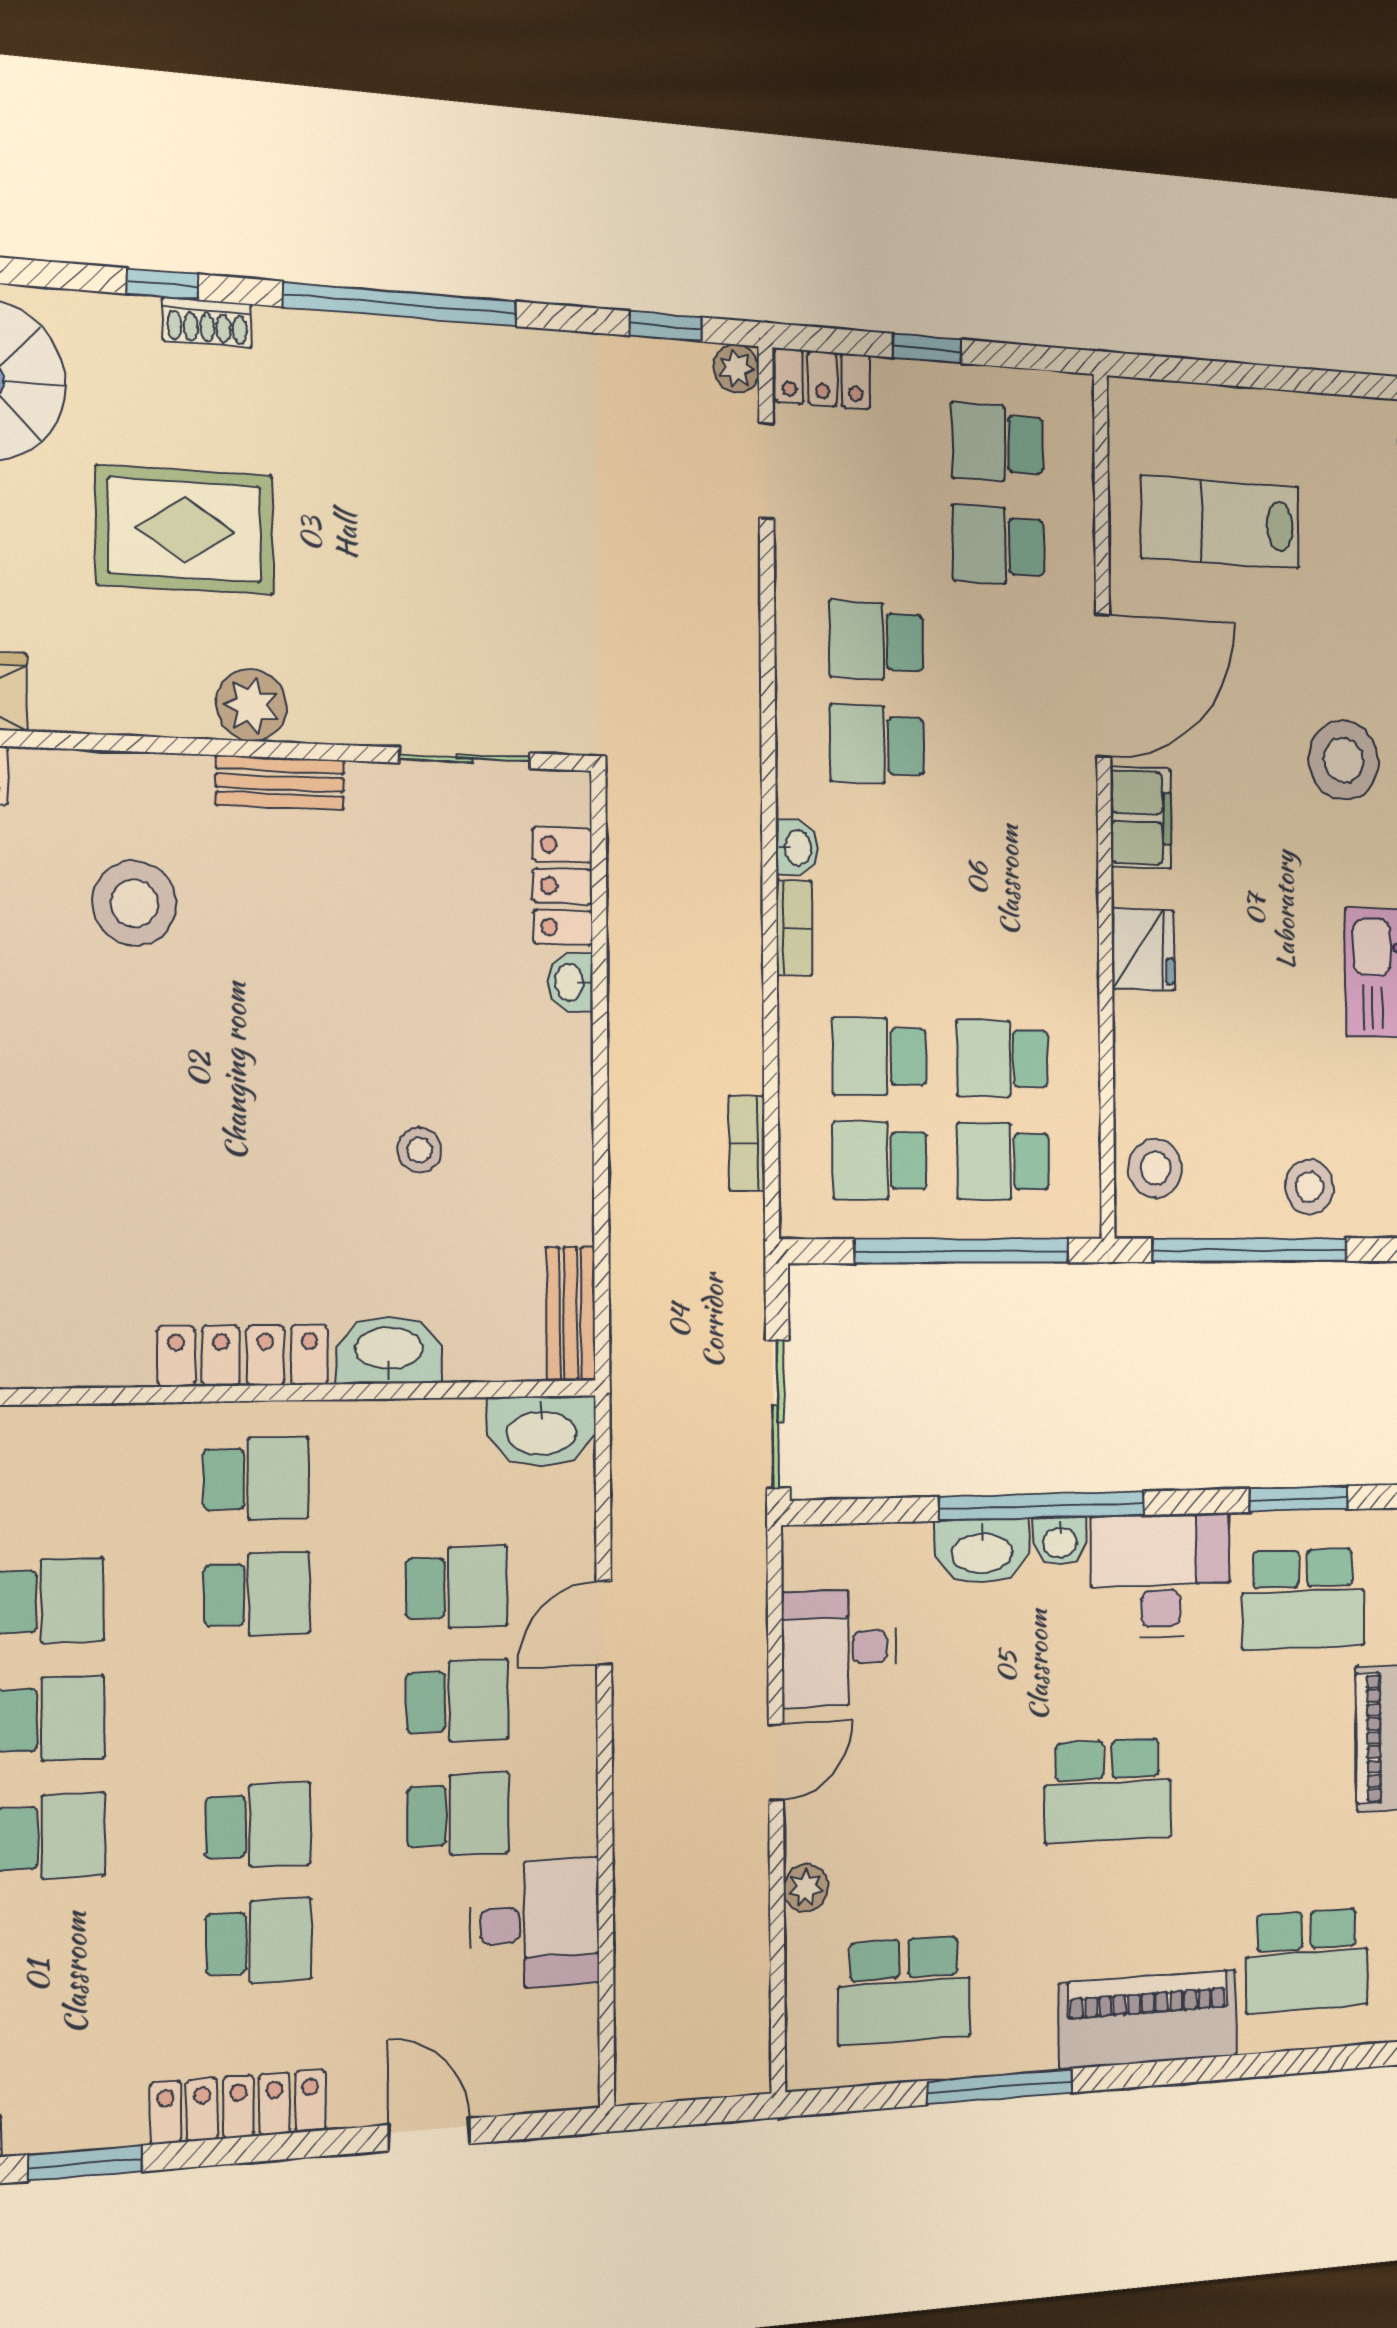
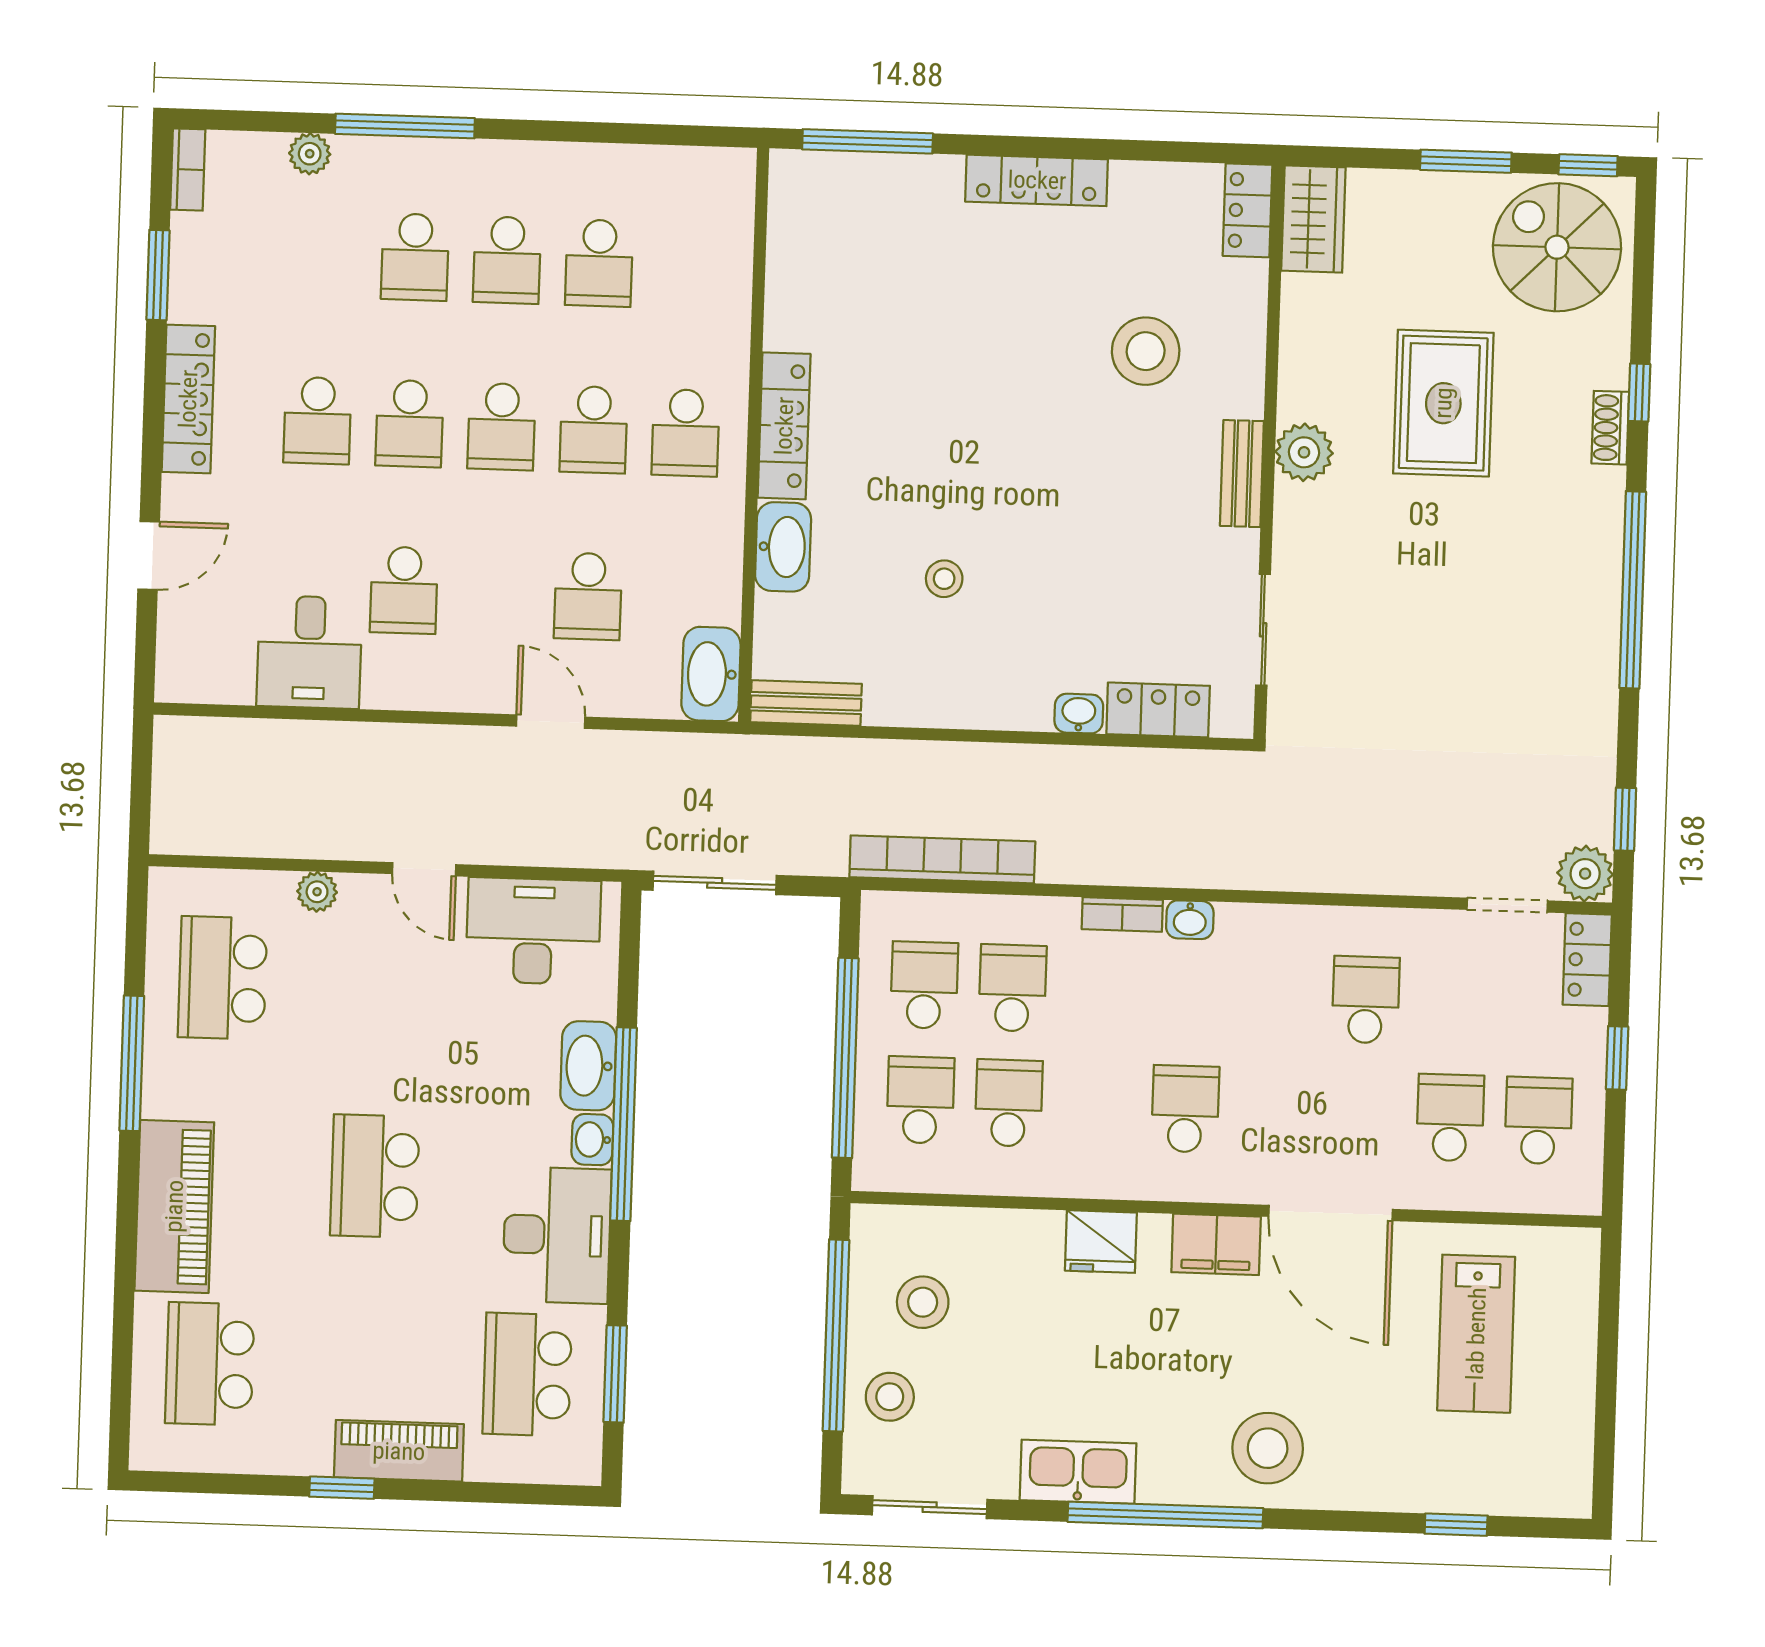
plant: (736, 369) -> (1585, 874), width x1.38, depth x1.38
lab bench: (1220, 522) -> (1476, 1334), turned 180
school desk: (877, 745) -> (1185, 1109), moved
bookcase: (747, 1143) -> (942, 859), width x2.31, depth x1.31
stool: (1155, 1168) -> (923, 1302), moved
desk: (839, 1648) -> (533, 931), width x1.37
school desk: (457, 1701) -> (501, 427), moved

